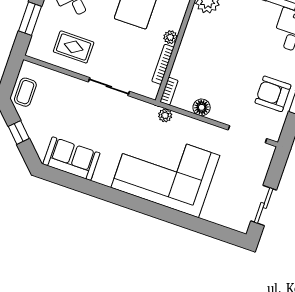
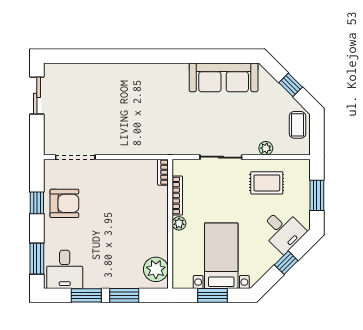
floor lamp: (202, 107) -> (127, 168), removed
plant: (165, 115) -> (266, 148), moved
sofa: (71, 159) -> (224, 77), width x1.36
corner sofa: (165, 172) -> (140, 96), removed

